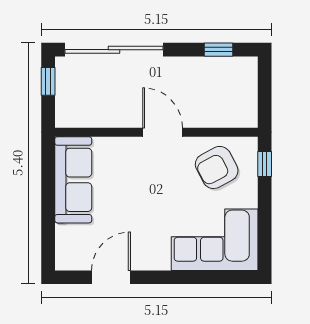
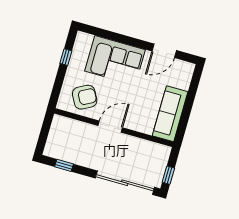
door: (163, 132) -> (110, 127), swing flipped
window: (265, 164) -> (66, 57), moved
corner sofa: (215, 240) -> (115, 60), moved

